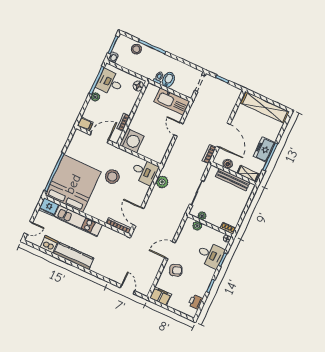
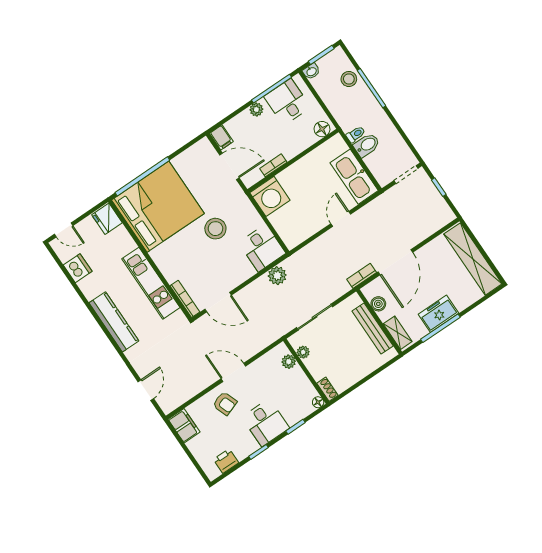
door: (138, 216) -> (218, 302), swing flipped
kitchen unit: (78, 221) -> (151, 283), moved
desk: (210, 255) -> (266, 423), moved
kitchen counter: (74, 256) -> (114, 322), moved

